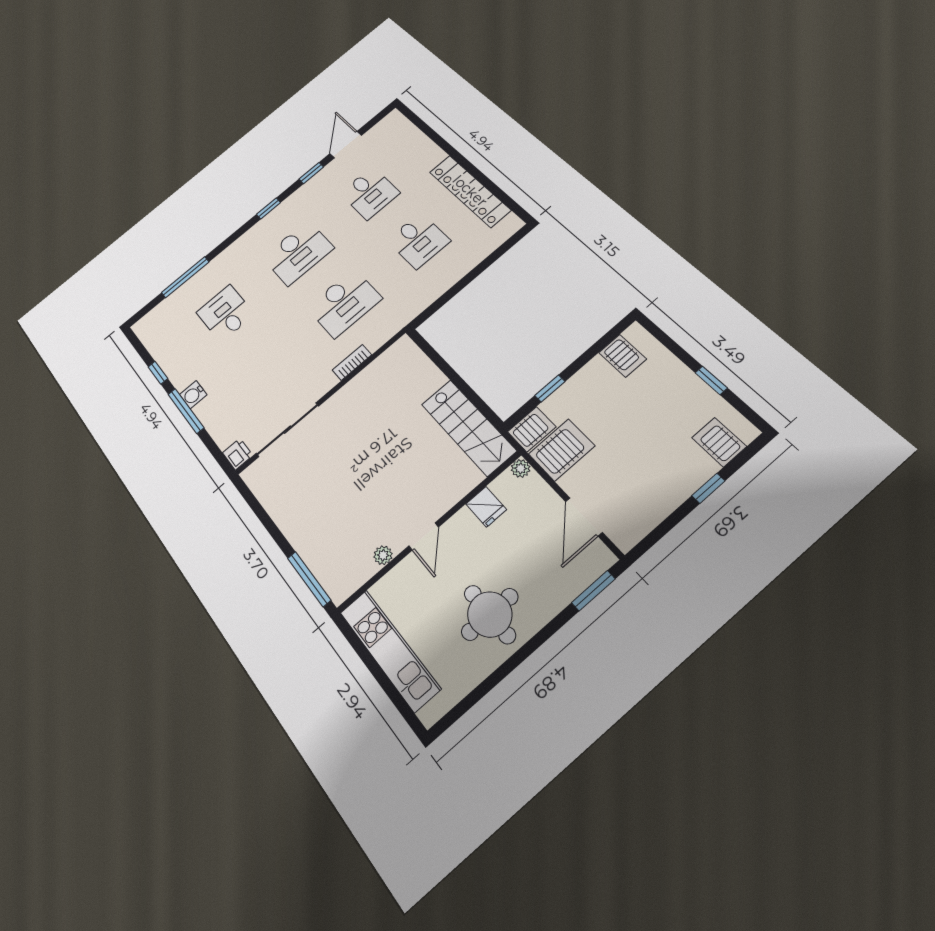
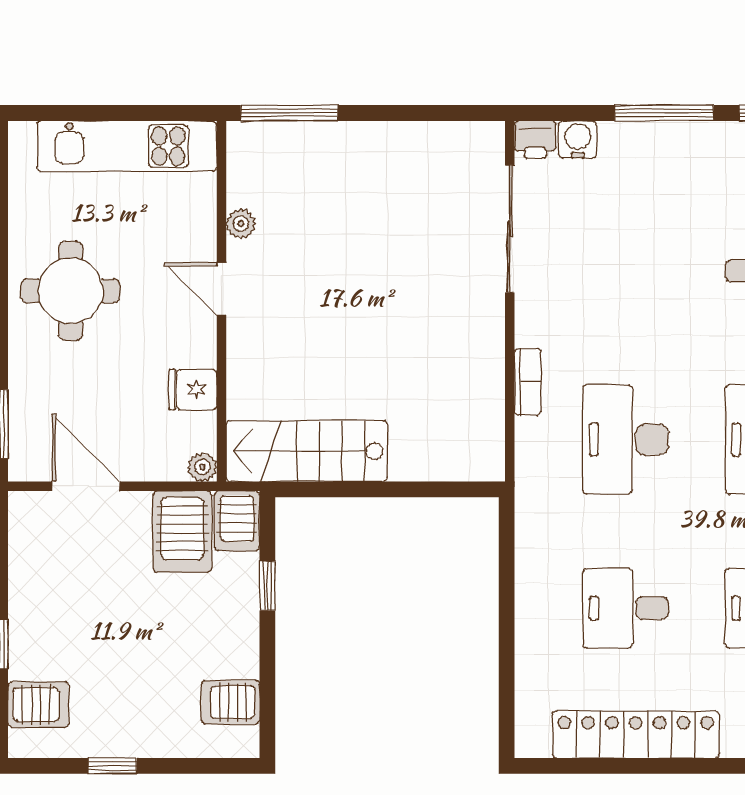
water cooler: (193, 395) -> (578, 139), moved

